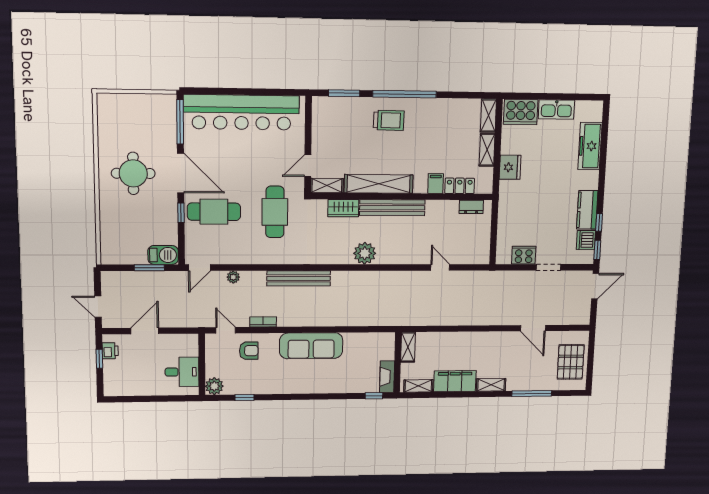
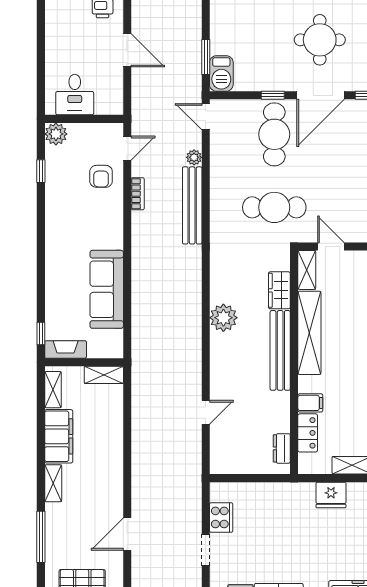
bench: (299, 278) -> (192, 205), moved
sofa: (311, 346) -> (107, 289), moved

